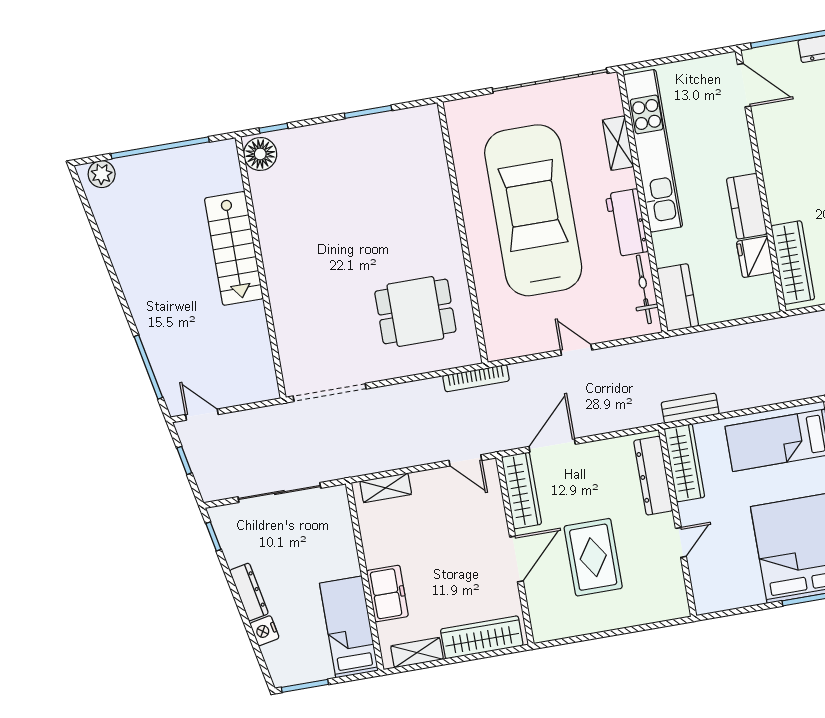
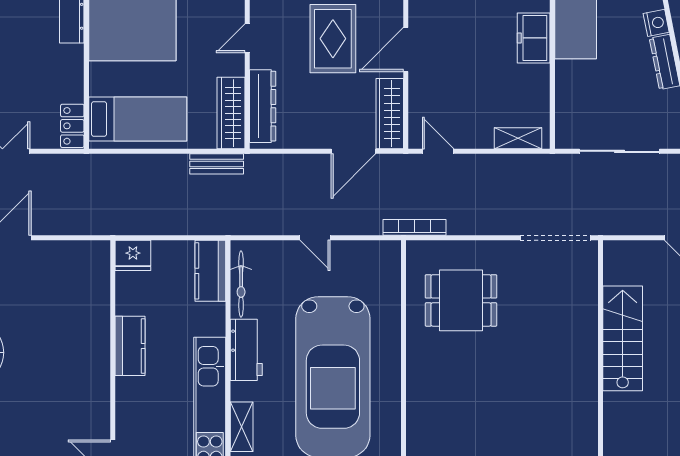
stairs: (234, 248) -> (623, 338), moved
fridge: (755, 257) -> (133, 255), moved, turned 90
wardrobe: (793, 262) -> (96, 285), removed

